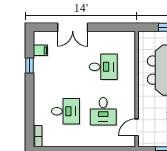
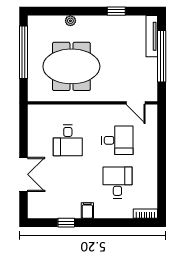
filing cabinet: (40, 50) -> (87, 211), moved
desk: (103, 67) -> (68, 140), turned 180

